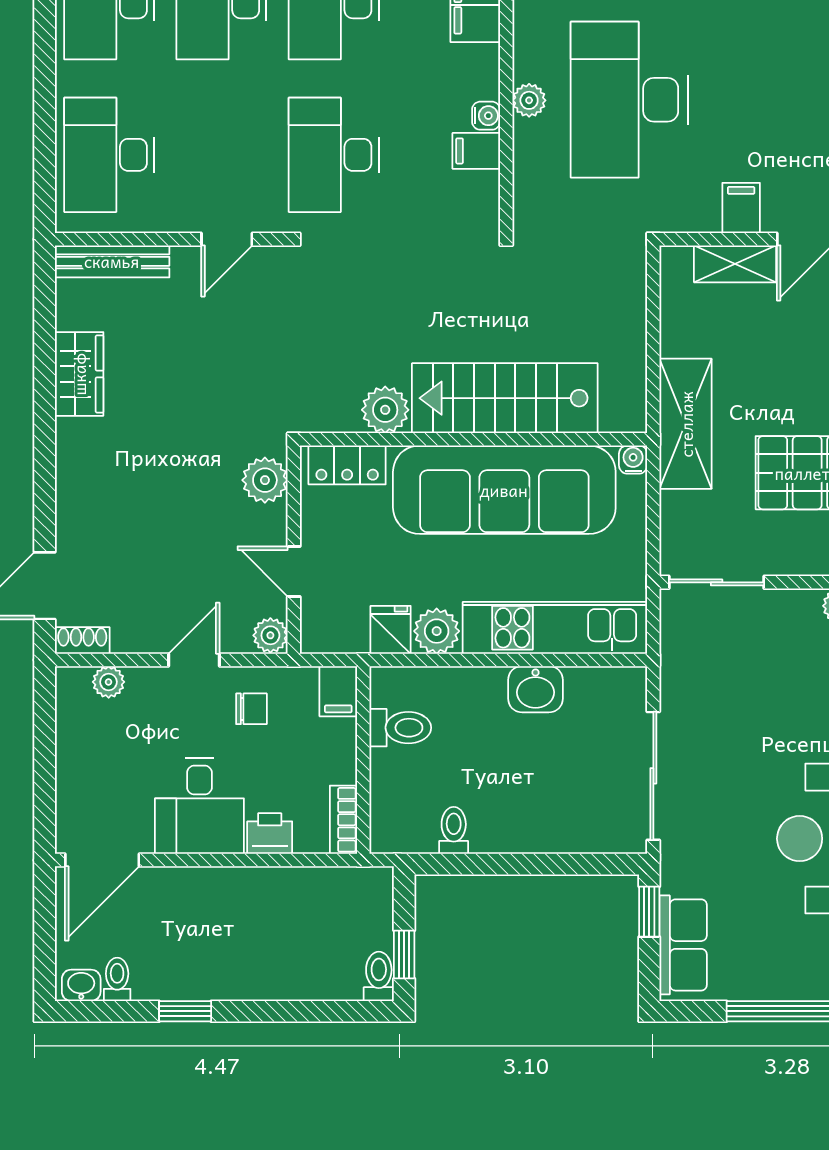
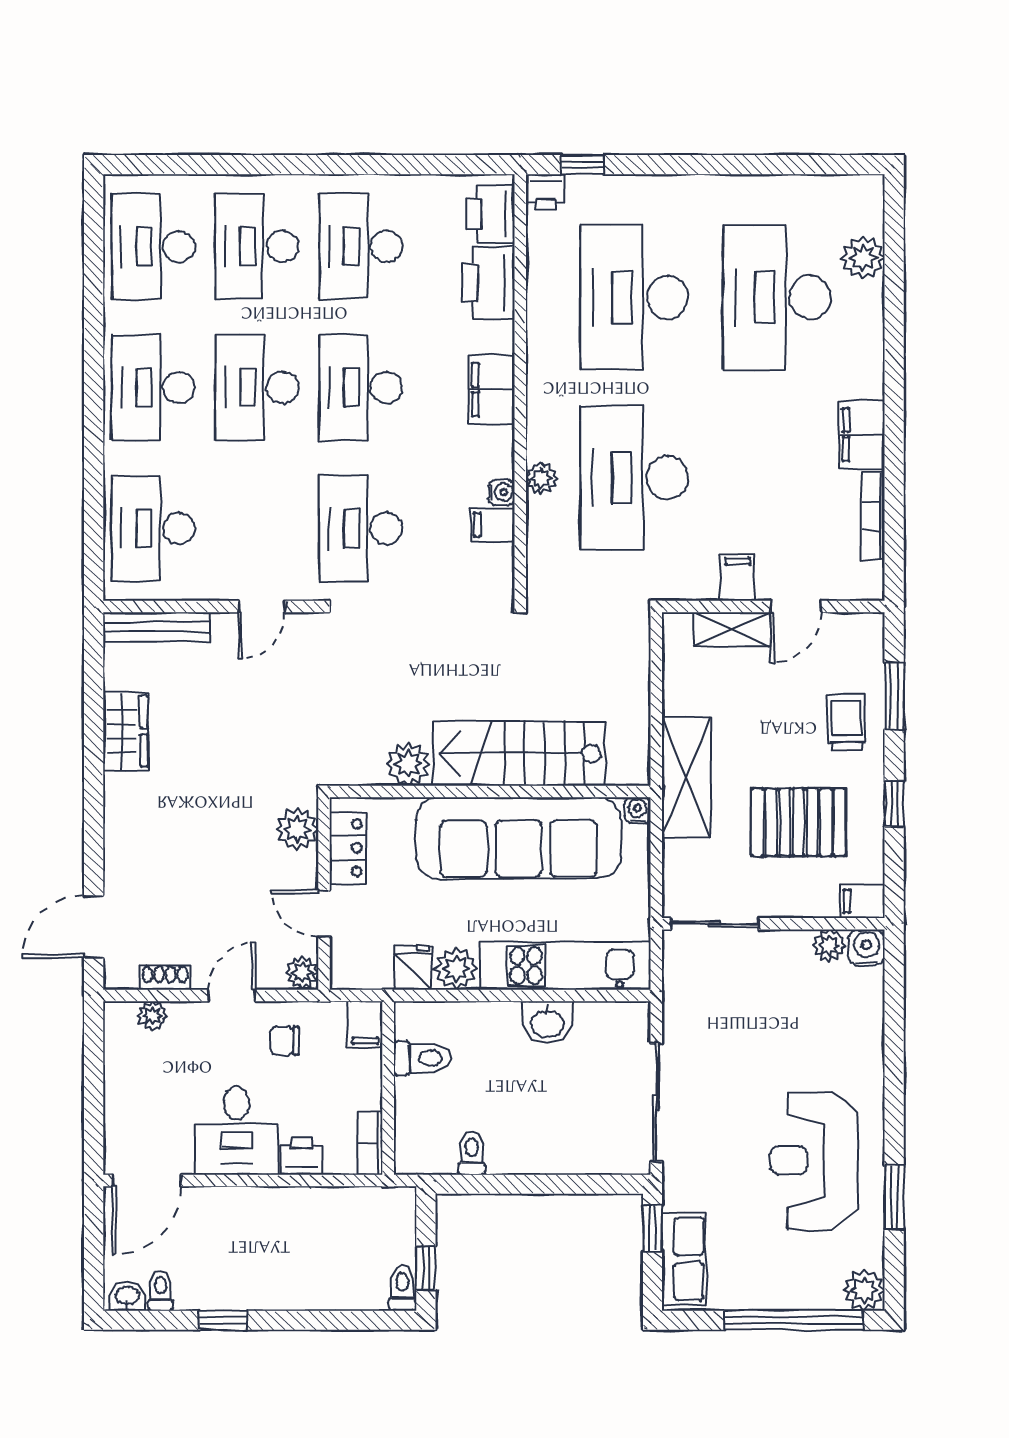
locker: (347, 465) -> (348, 848), moved, turned -90
shoe rack: (82, 640) -> (165, 977), moved
chair: (251, 709) -> (285, 1041), turned 180

